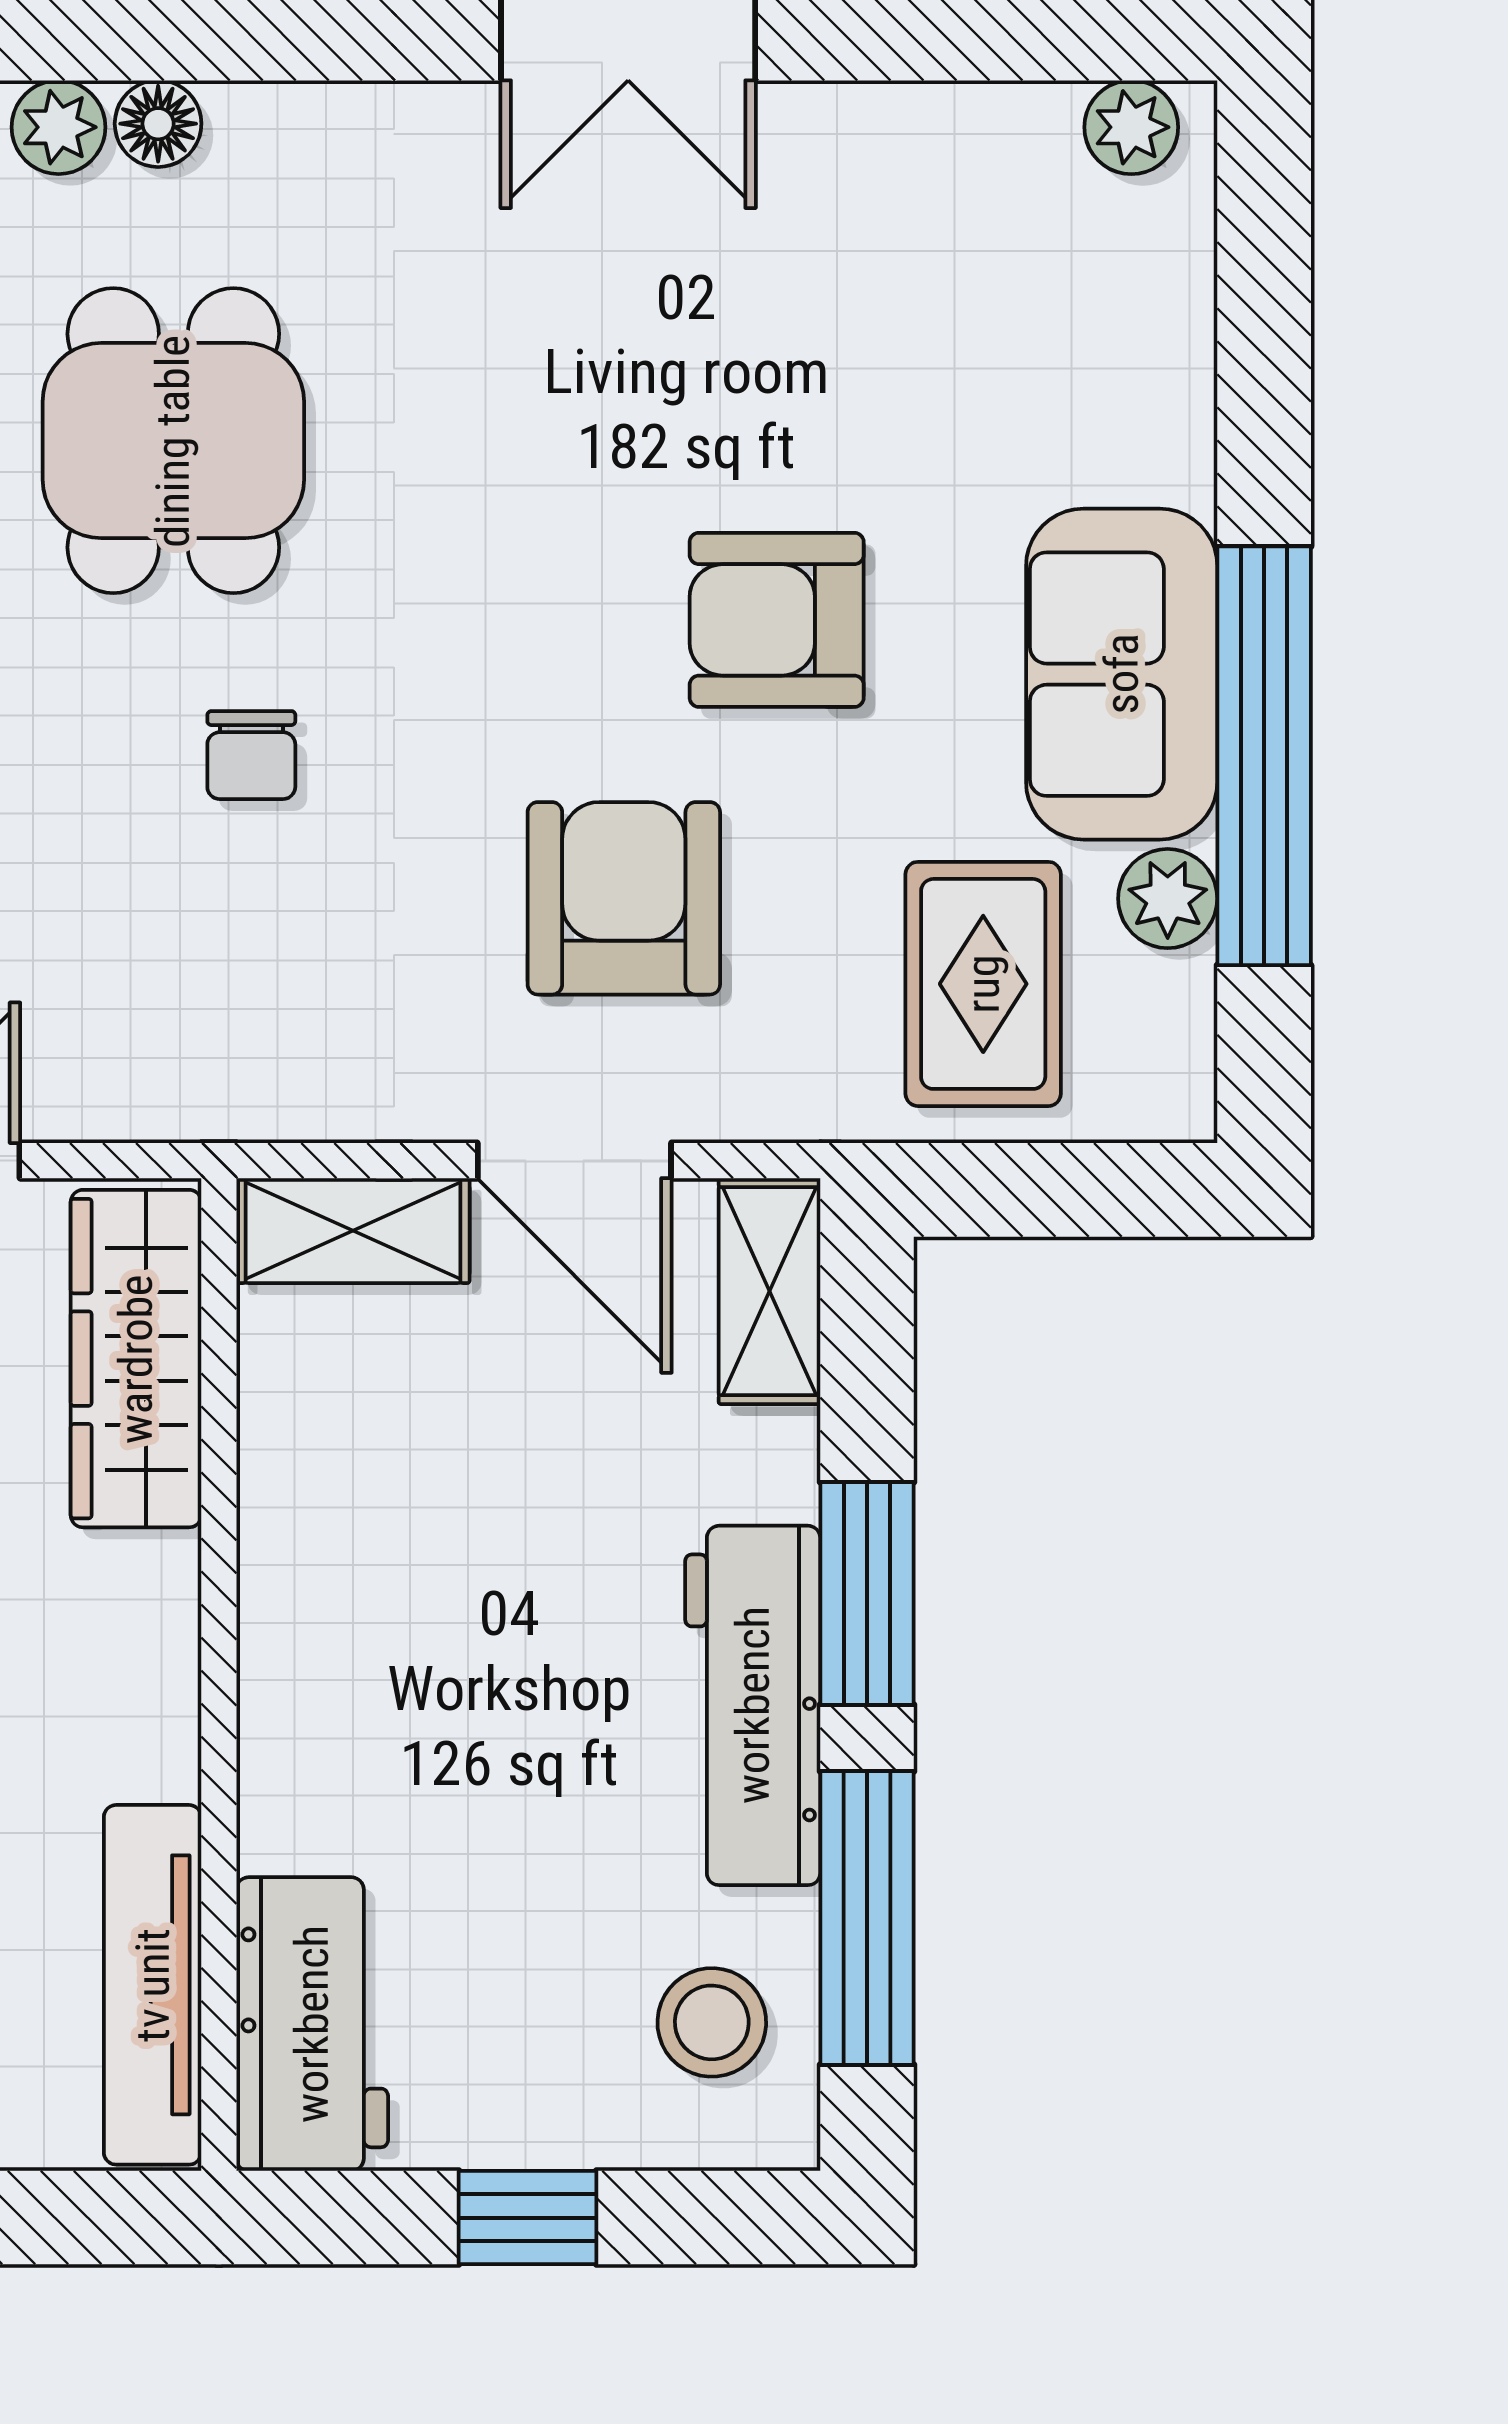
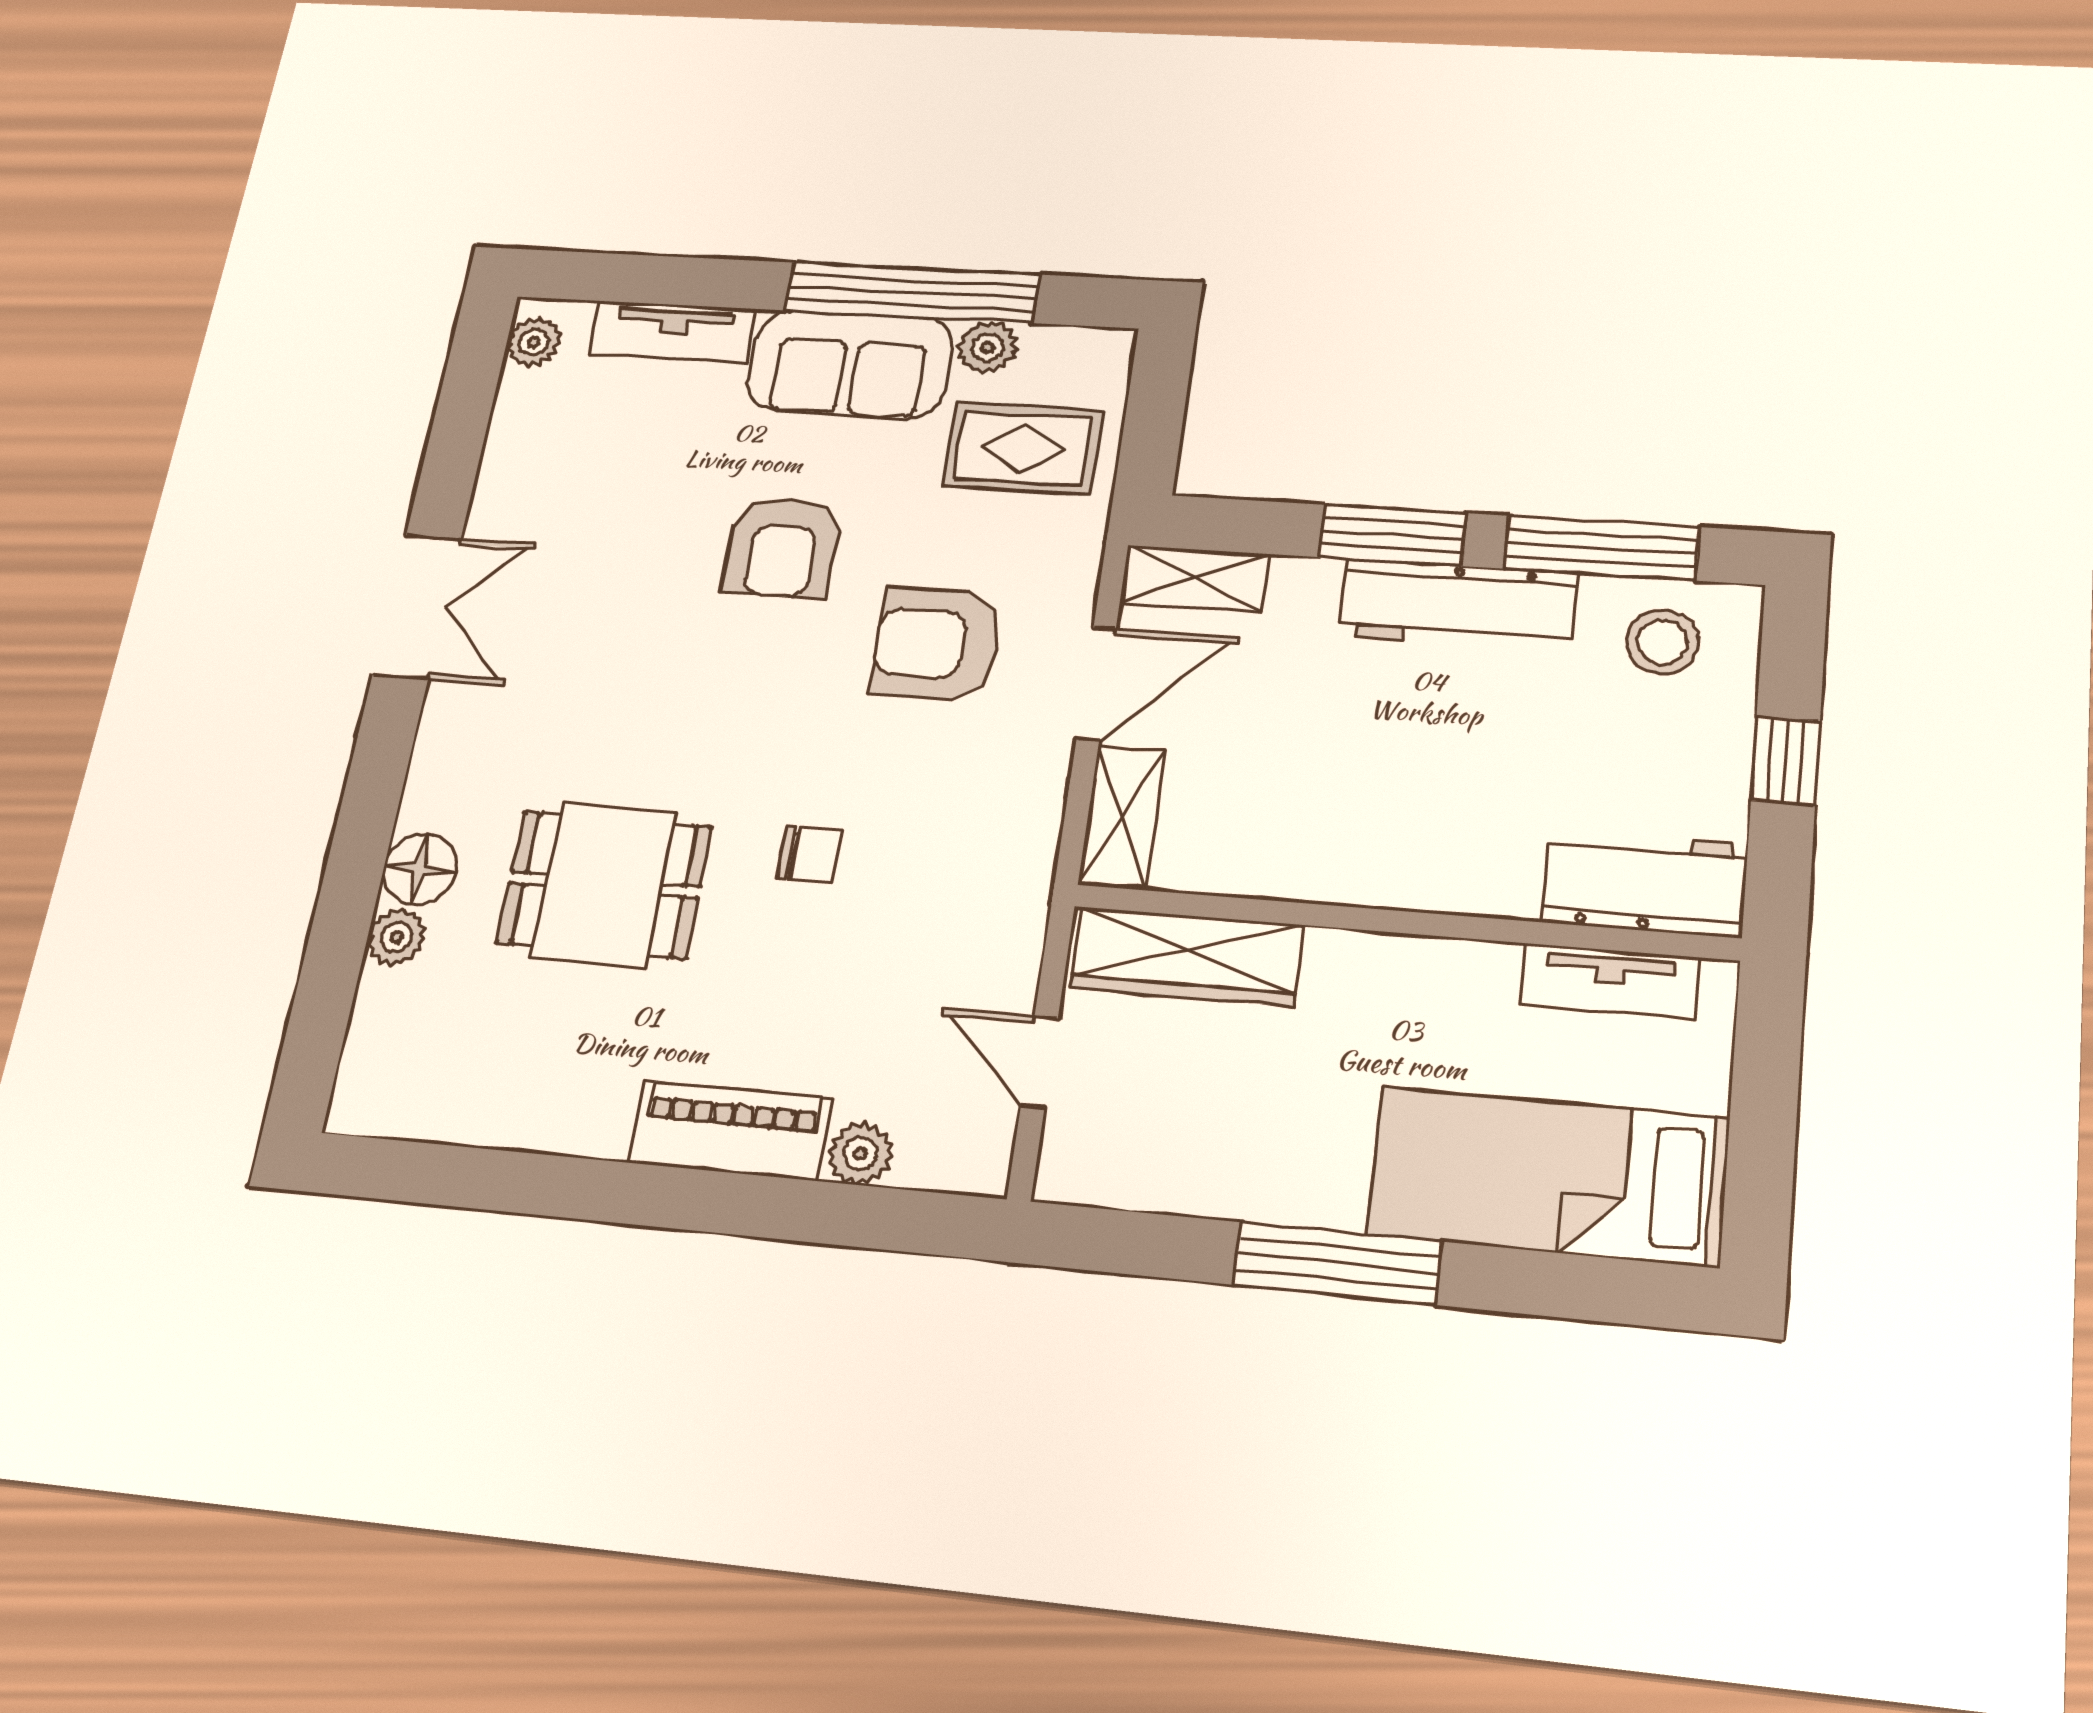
floor lamp: (158, 124) -> (420, 869), width x1.37, depth x1.37
tv unit: (1165, 363) -> (673, 332), added
tv unit: (153, 1985) -> (1610, 981), width x0.71

